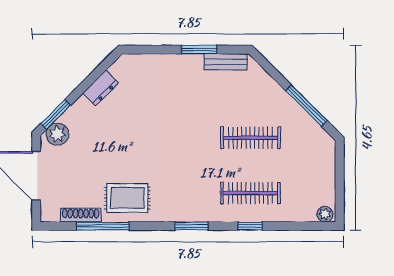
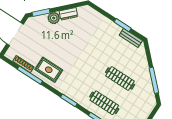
plant: (57, 134) -> (54, 18), moved

